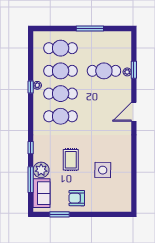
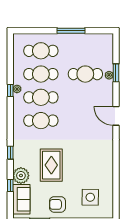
door: (134, 112) -> (116, 116), hinge flipped
rug: (71, 160) -> (51, 165), width x1.36, depth x1.43
side table: (103, 170) -> (90, 197), moved
window: (31, 180) -> (10, 186), width x0.46

